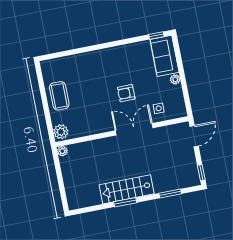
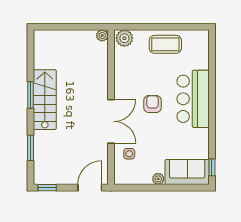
bar counter: (101, 63) -> (193, 99), added
armchair: (126, 93) -> (153, 104), moved
door: (194, 136) -> (90, 188), swing flipped

